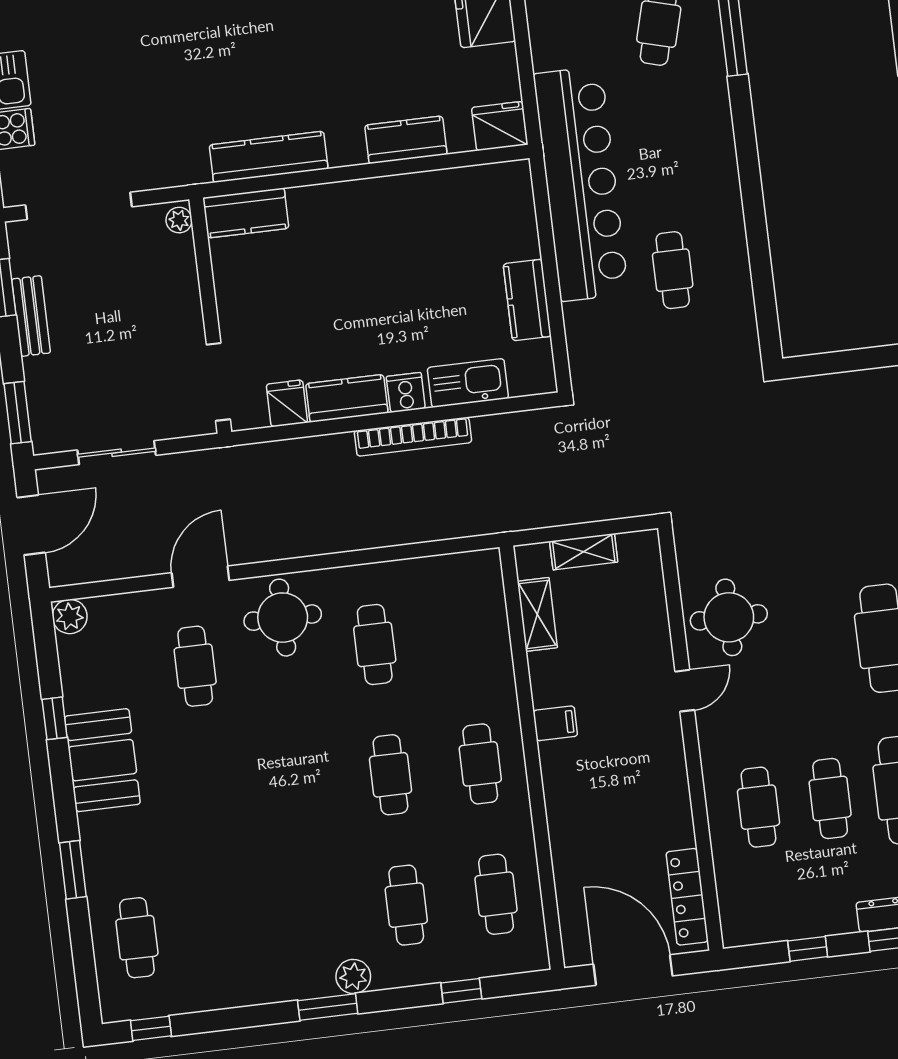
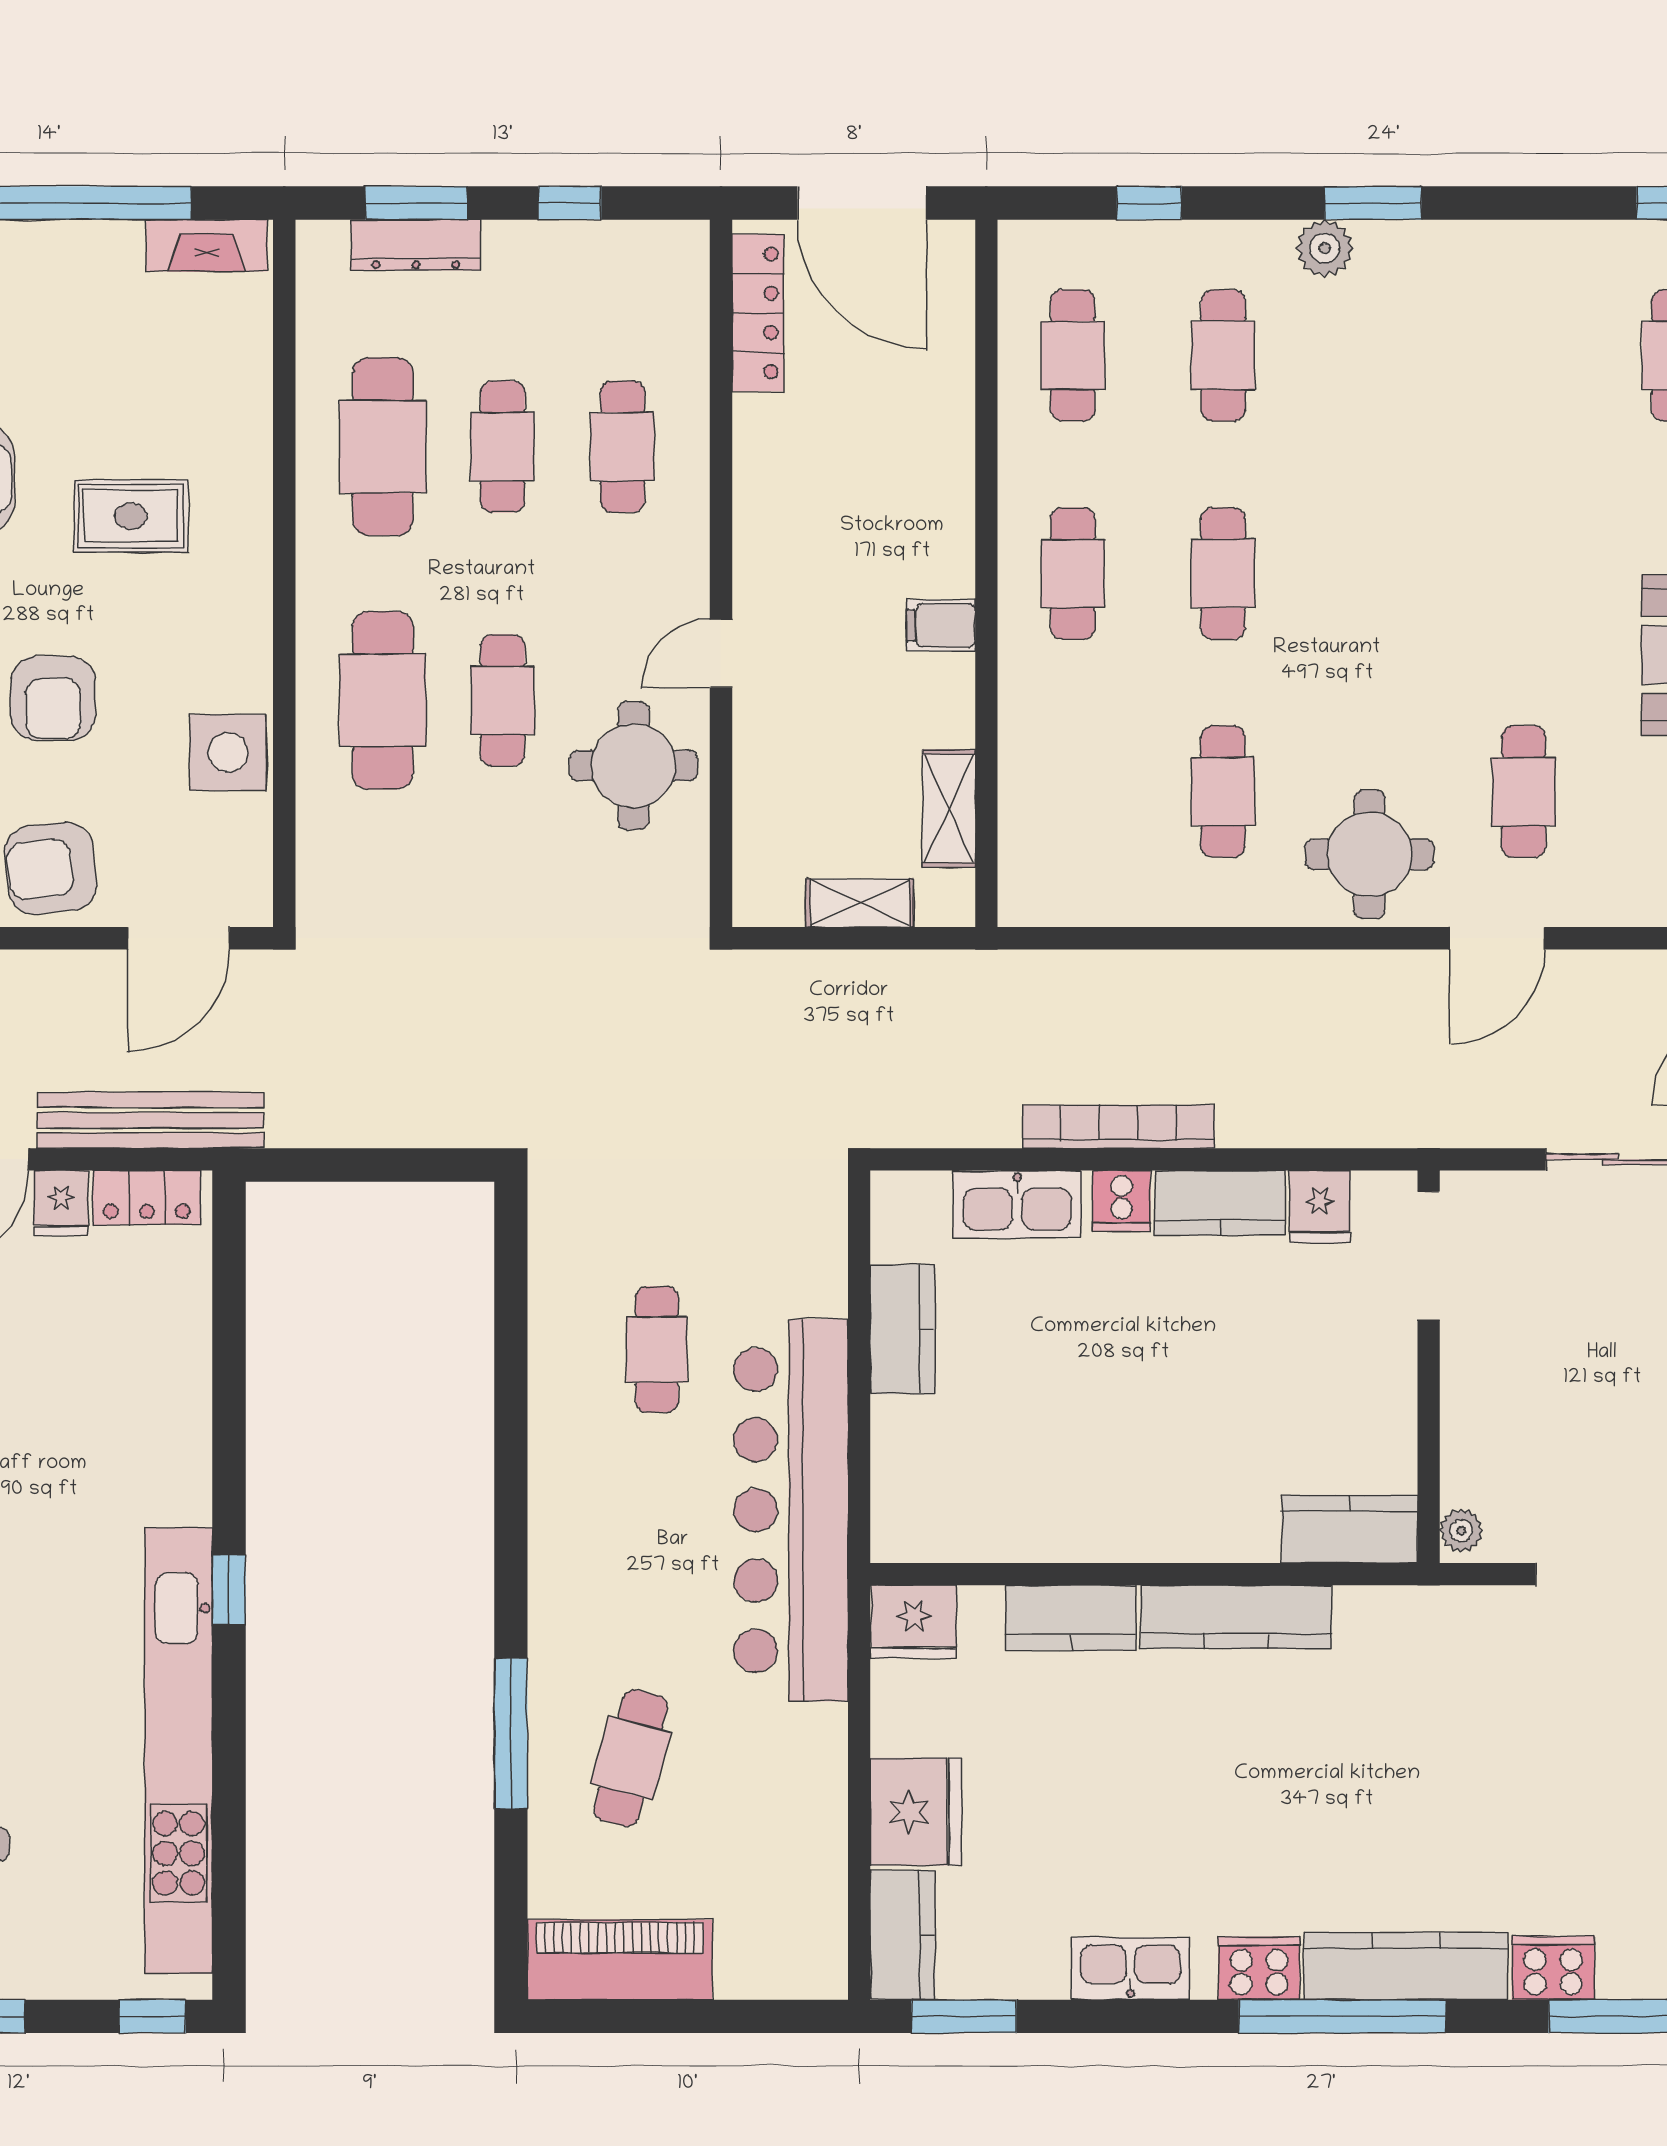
kitchen counter: (269, 157) -> (1236, 1617), moved
cafe table: (812, 647) -> (503, 700), added

